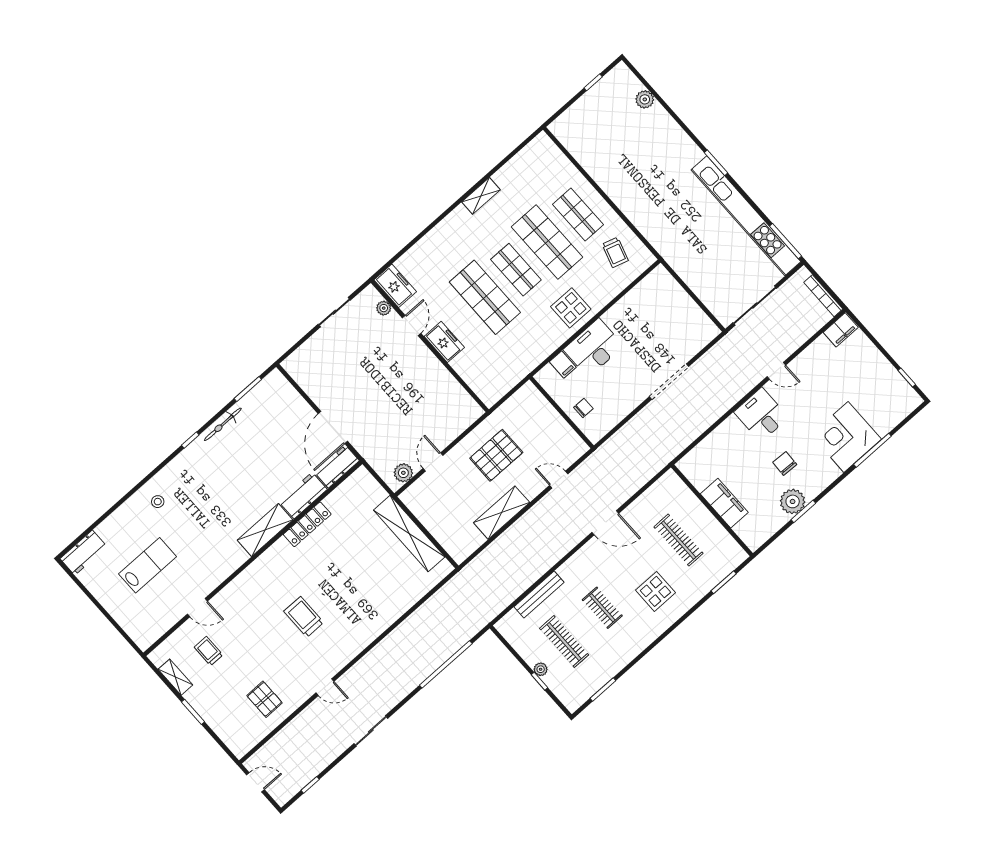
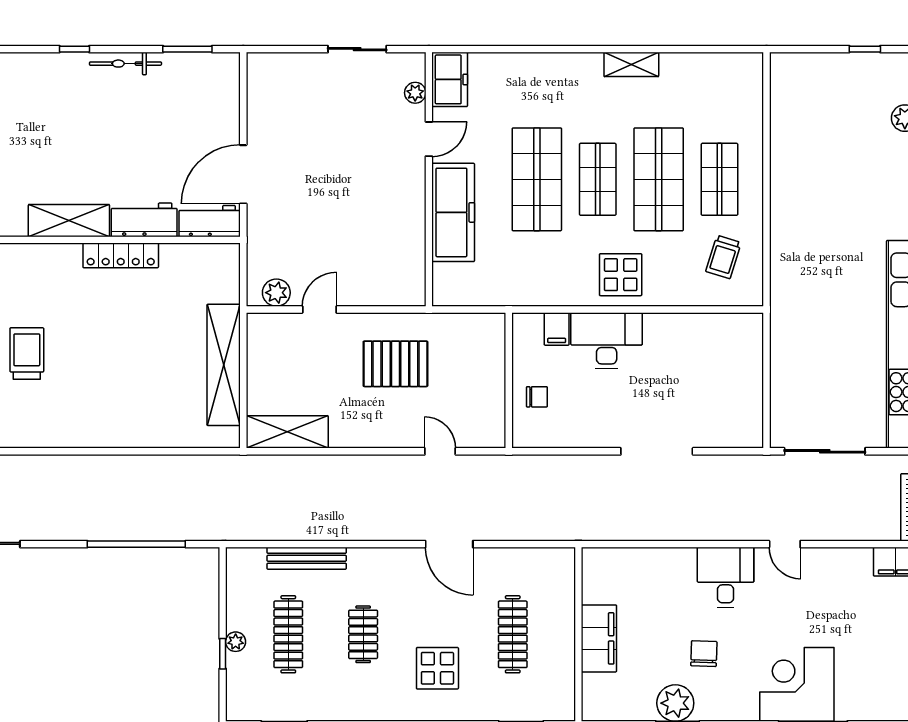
freezer: (444, 342) -> (453, 212), width x1.91, depth x1.26
shelving: (502, 513) -> (287, 432), moved

